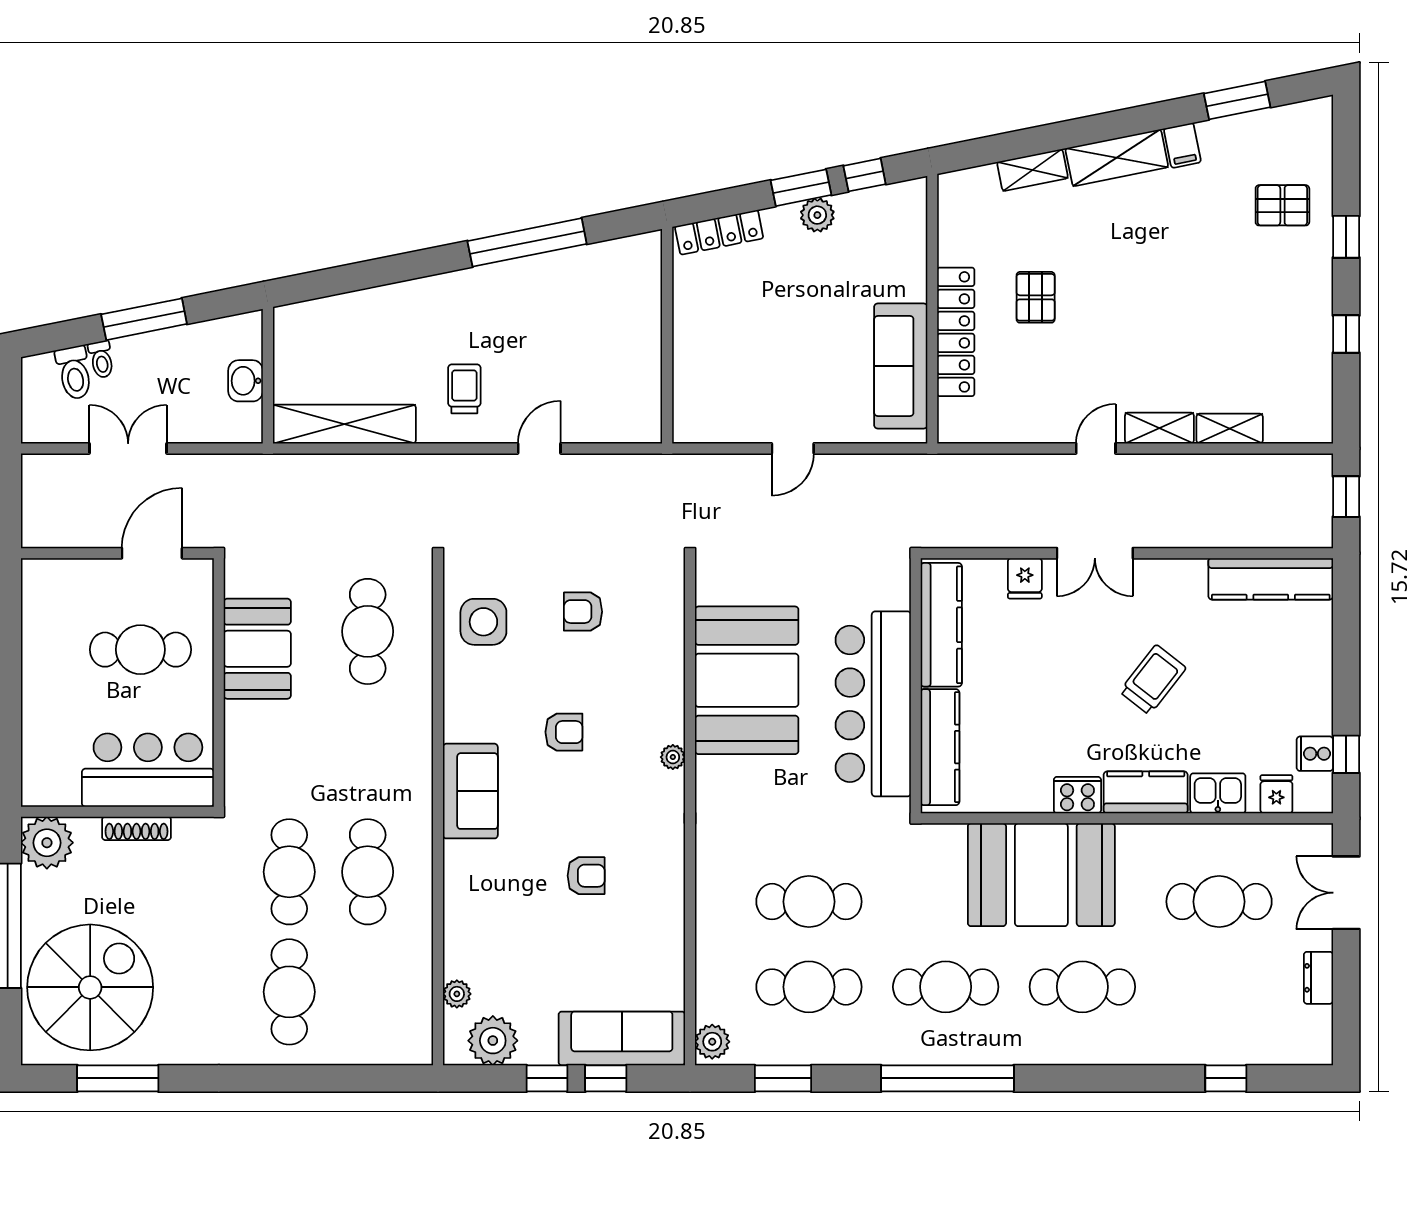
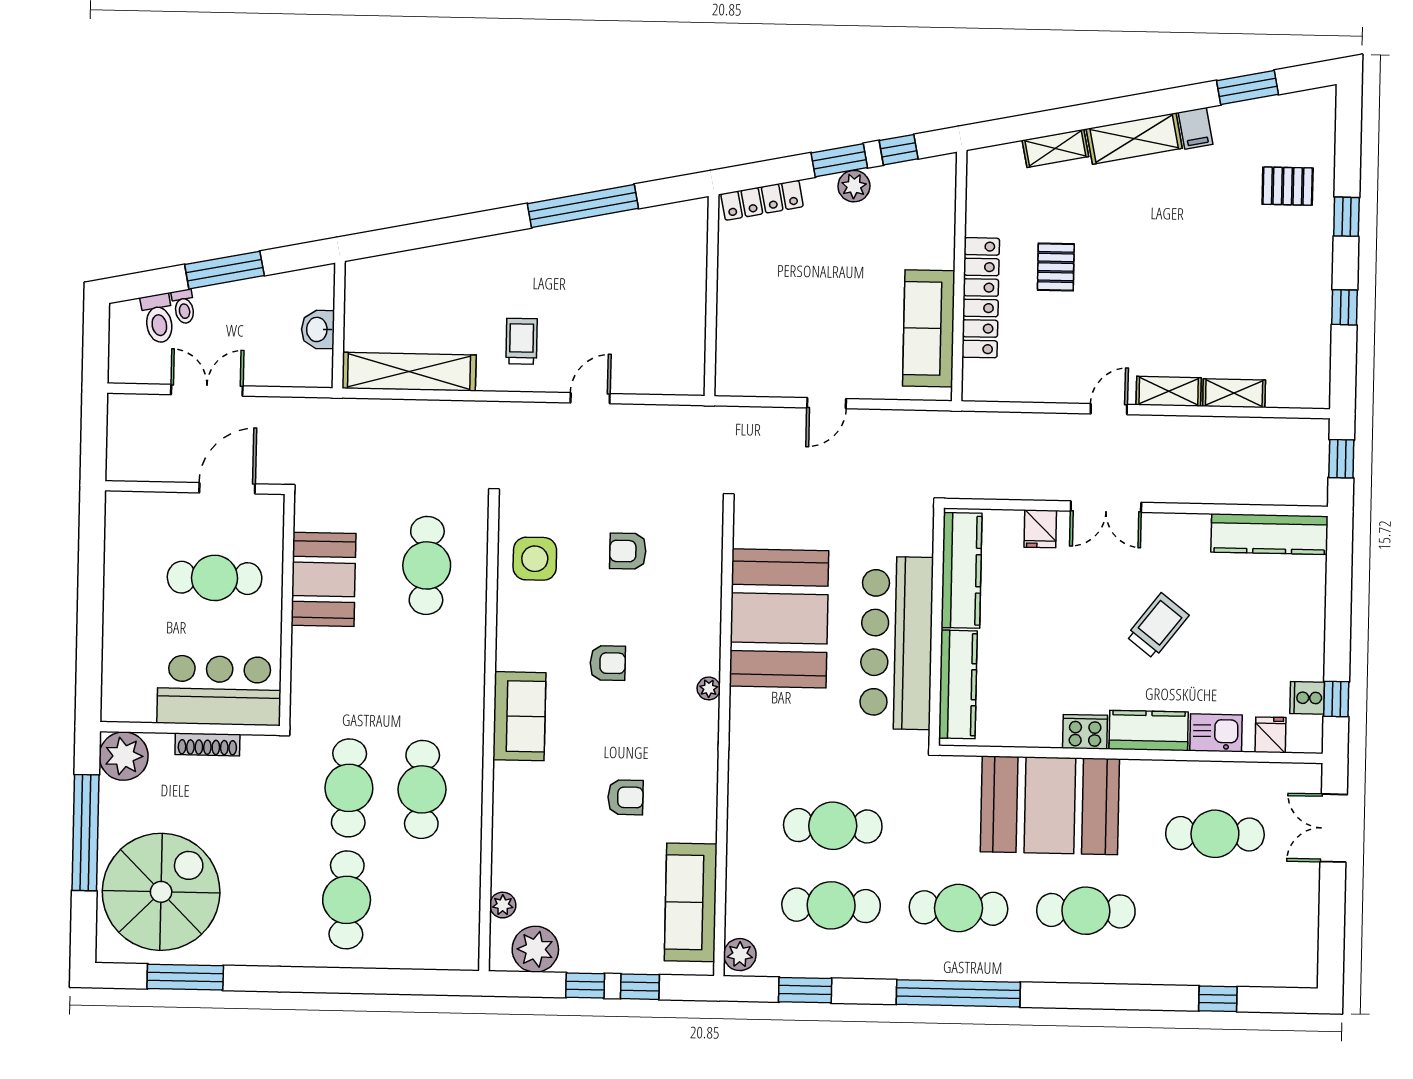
dresser: (1318, 978) -> (1306, 907), removed
sofa: (622, 1038) -> (691, 902), moved, turned -90

